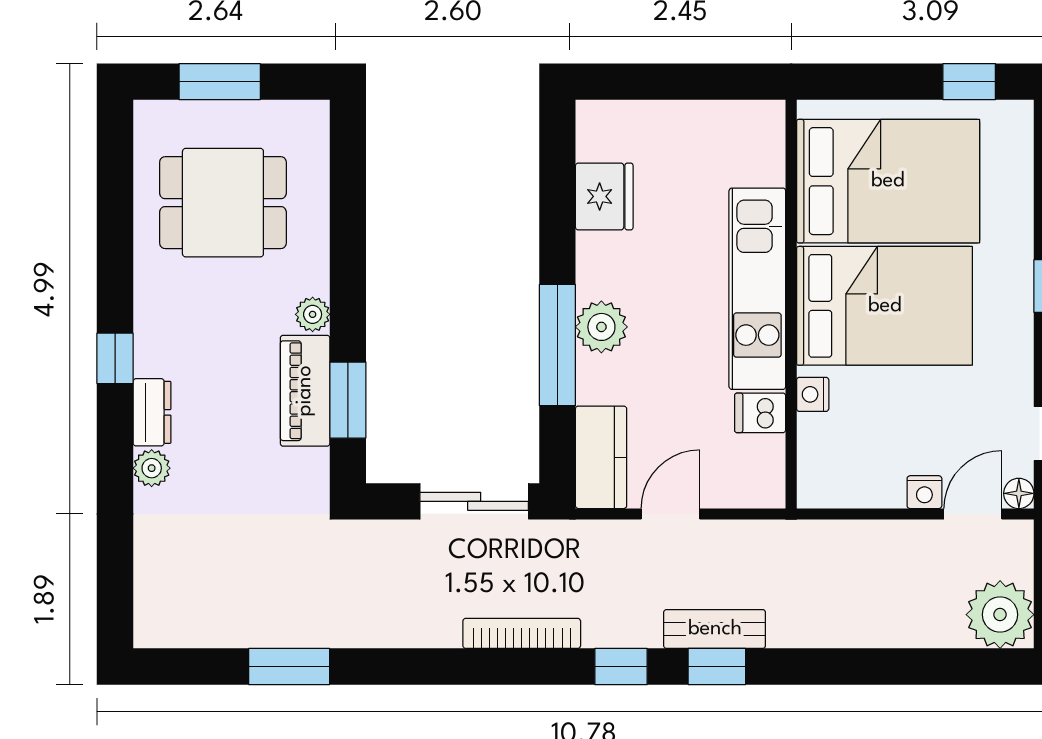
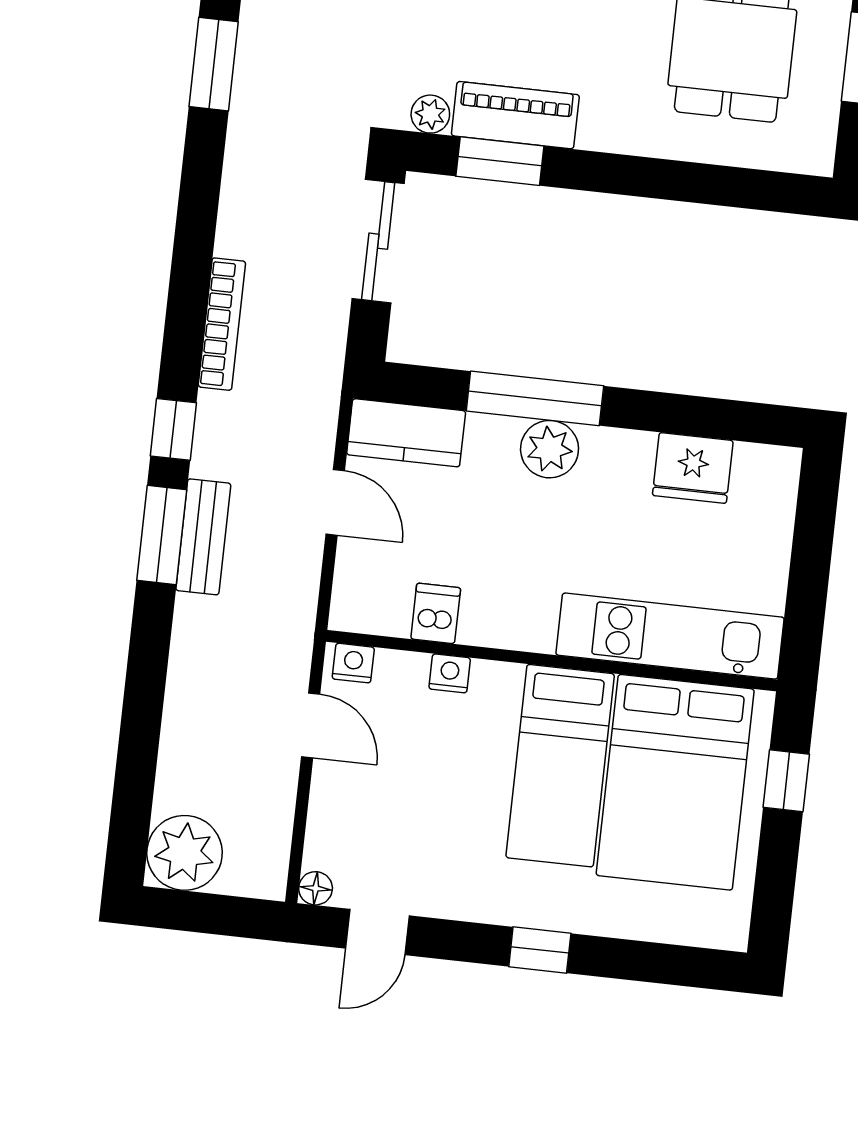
window: (969, 82) -> (786, 781), moved
kitchen unit: (757, 289) -> (670, 636), moved
bed: (885, 306) -> (560, 766), width x0.67
plant: (313, 314) -> (430, 114), moved
nightstand: (924, 492) -> (353, 663), moved, turned 90
sliding door: (474, 501) -> (378, 241), moved
door: (973, 514) -> (311, 725), moved
window: (717, 667) -> (162, 535), width x1.50

